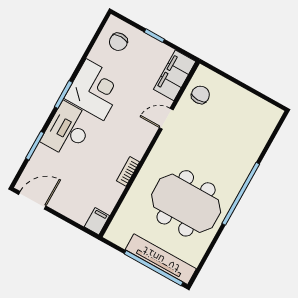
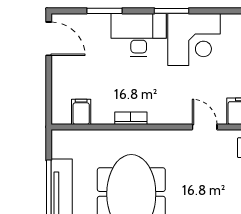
filing cabinet: (97, 221) -> (81, 112), moved, turned -90

